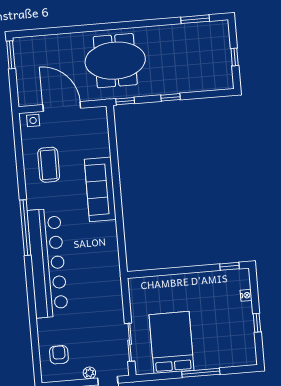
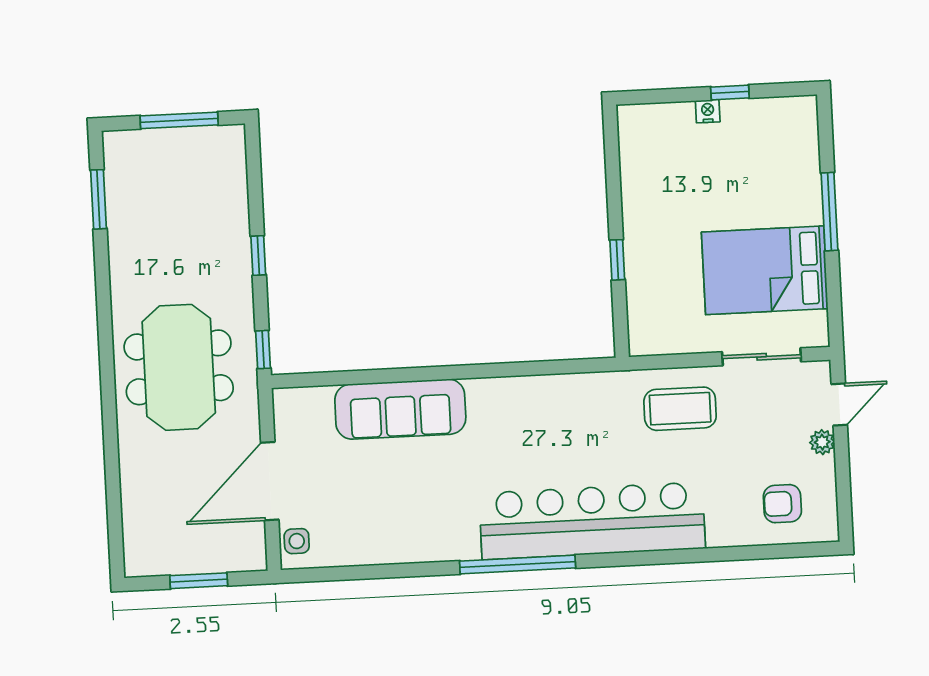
window: (11, 55) -> (199, 581), moved
window: (235, 57) -> (179, 120), width x2.17
coffee table: (49, 165) -> (680, 409), moved
sofa: (100, 189) -> (400, 409), moved
window: (230, 266) -> (617, 260), moved
nightstand: (246, 295) -> (708, 111), moved

